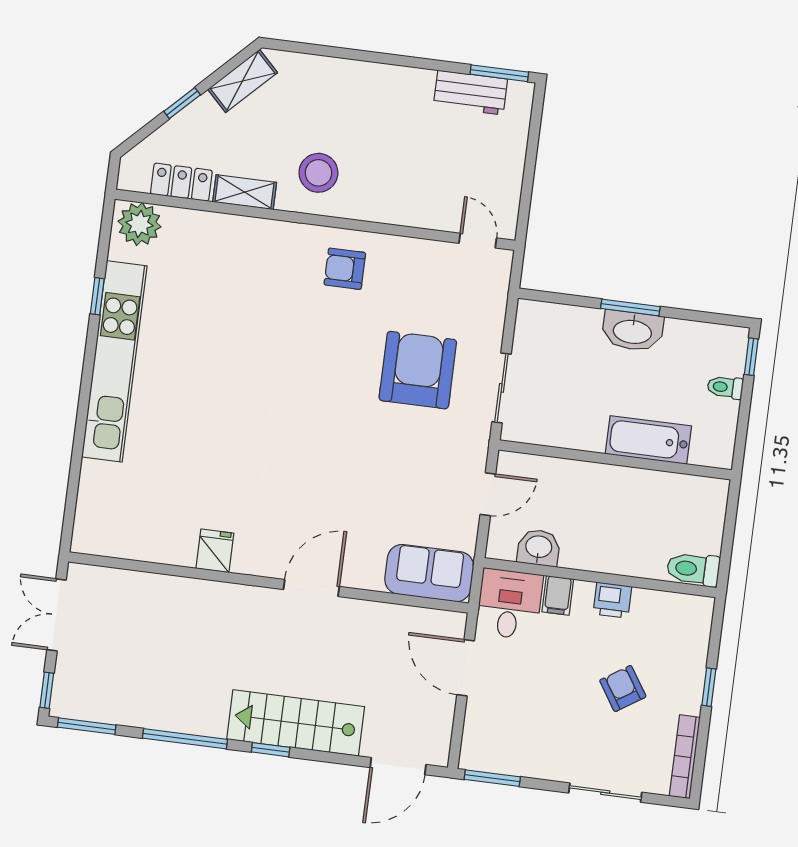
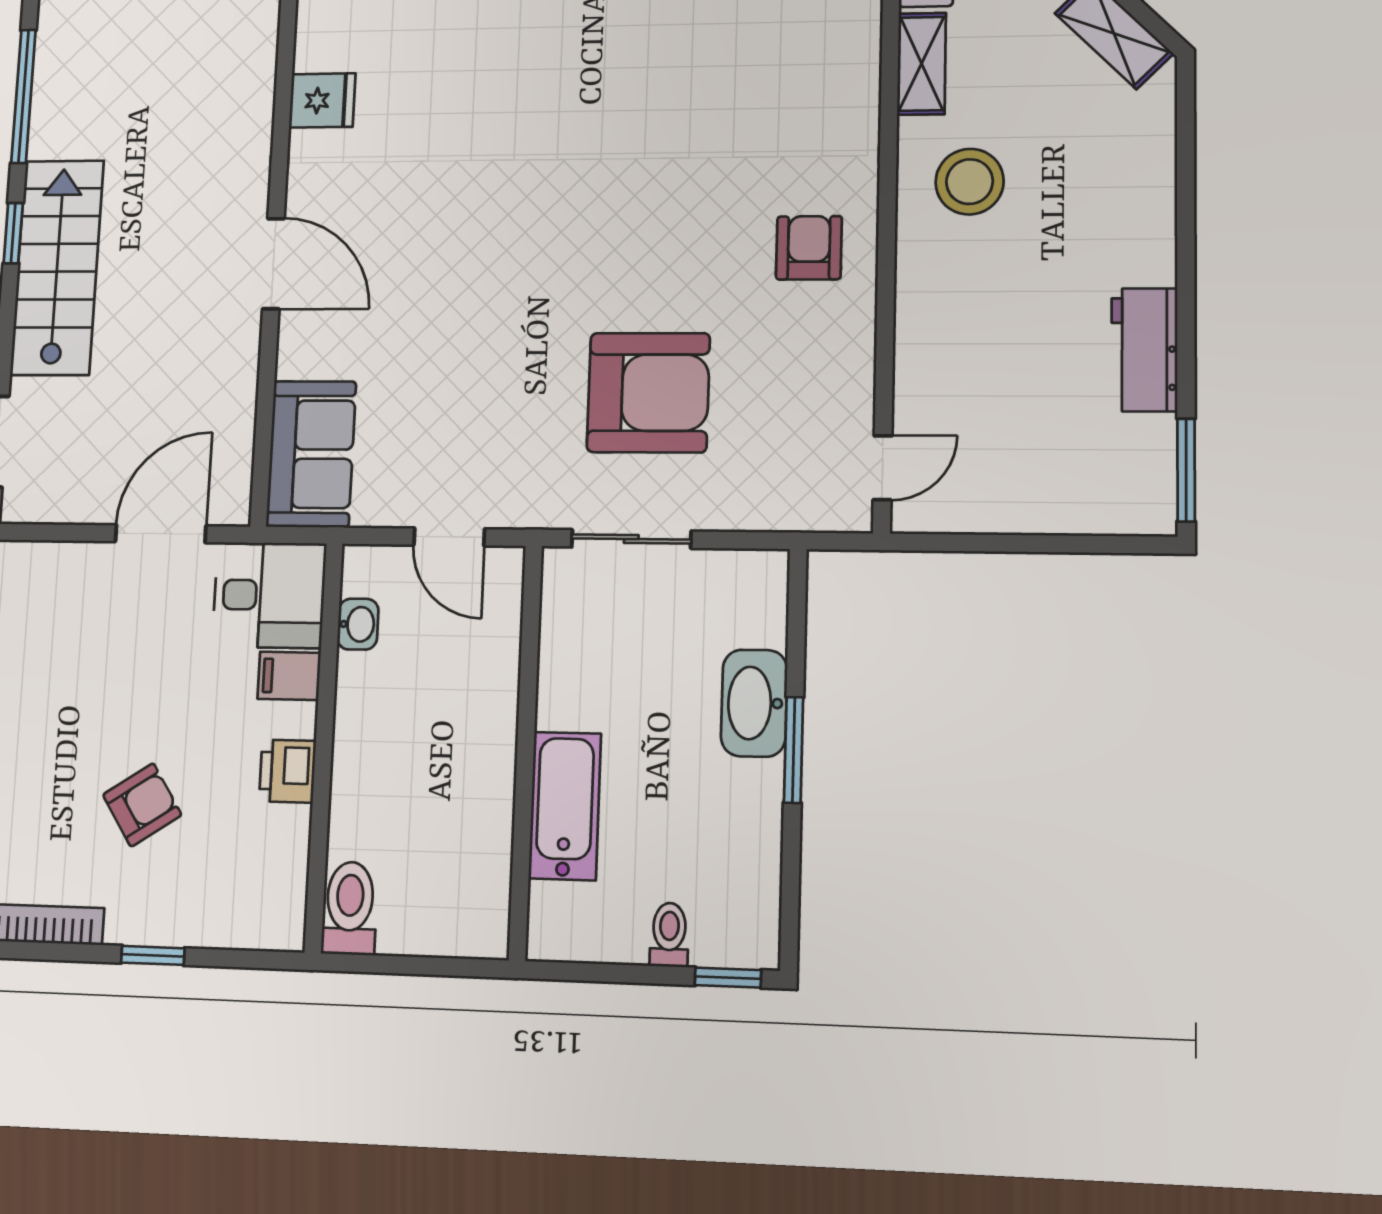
workbench: (470, 93) -> (1144, 350), moved
washbasin: (633, 331) -> (754, 703), moved
washbasin: (539, 548) -> (358, 624), width x0.72, depth x0.69

